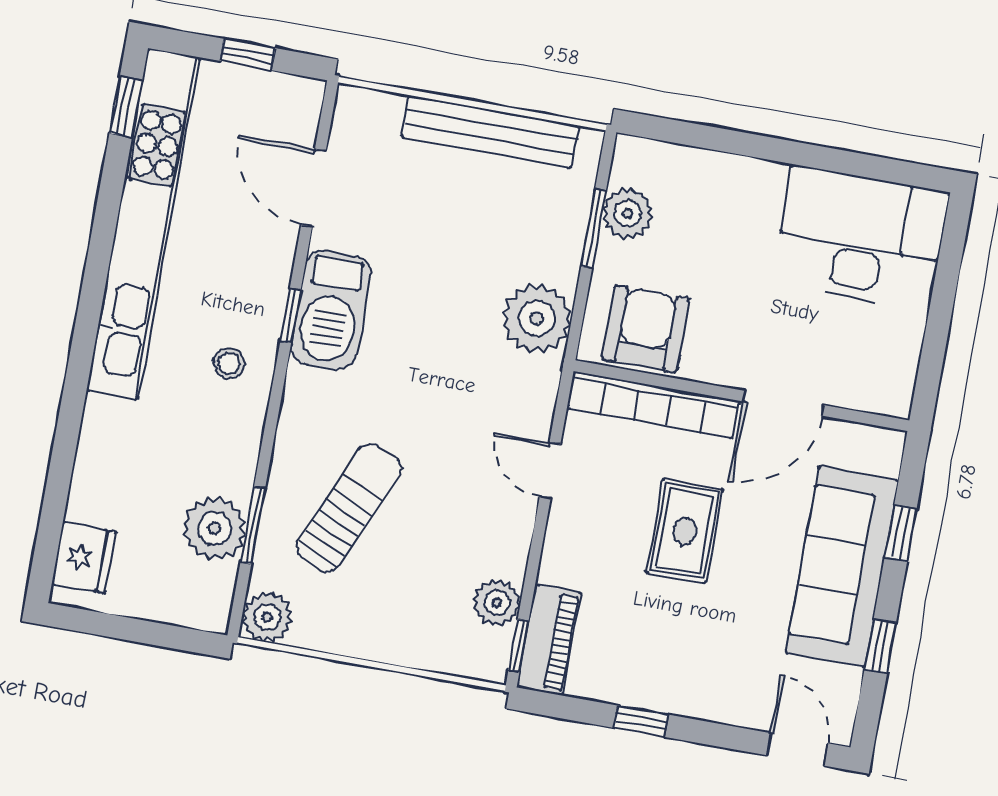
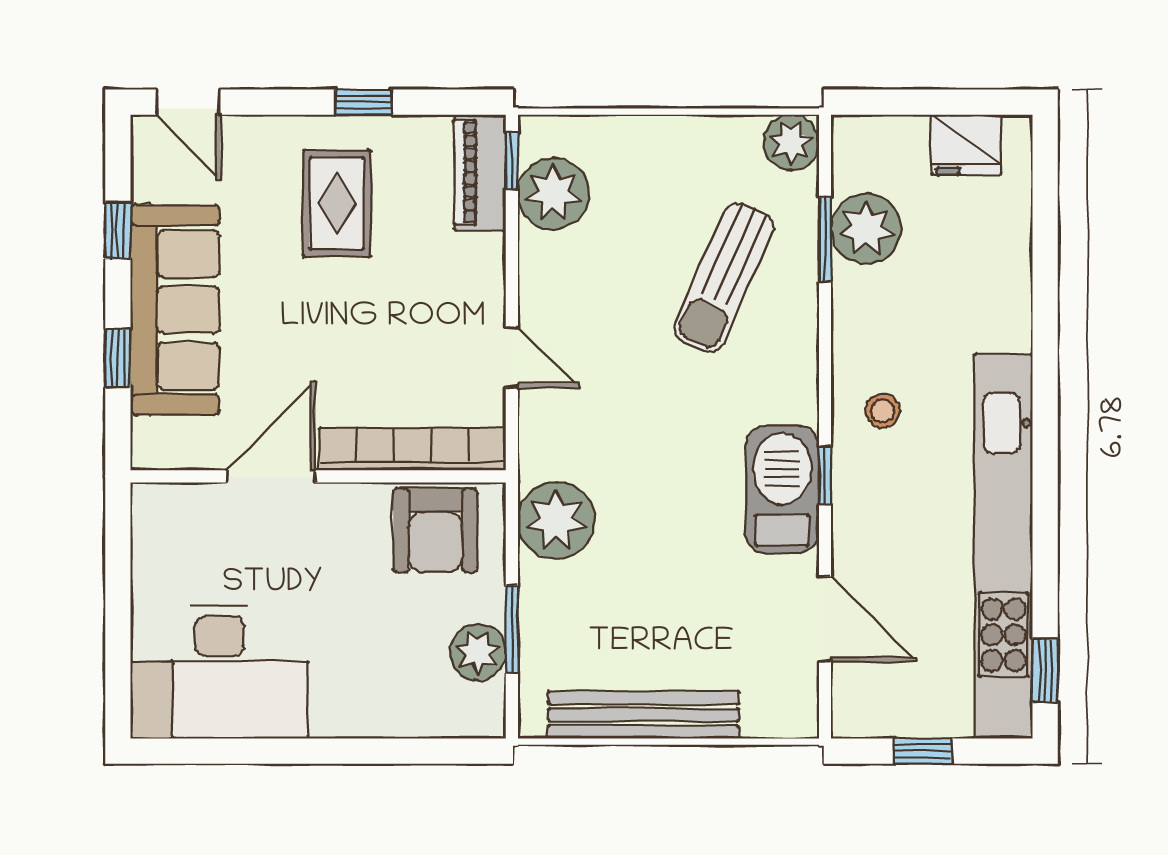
rug: (685, 531) -> (337, 203), moved
fridge: (84, 558) -> (966, 145), moved, turned -90
plant: (497, 603) -> (553, 194), width x1.36, depth x1.36

